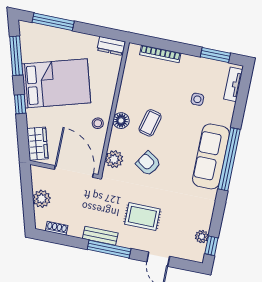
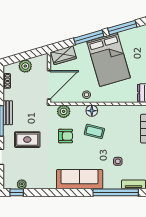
window: (20, 104) -> (89, 37), width x2.17
window: (229, 159) -> (116, 192), moved
armchair: (148, 163) -> (65, 136), turned 57
rug: (142, 217) -> (27, 140), turned 90

